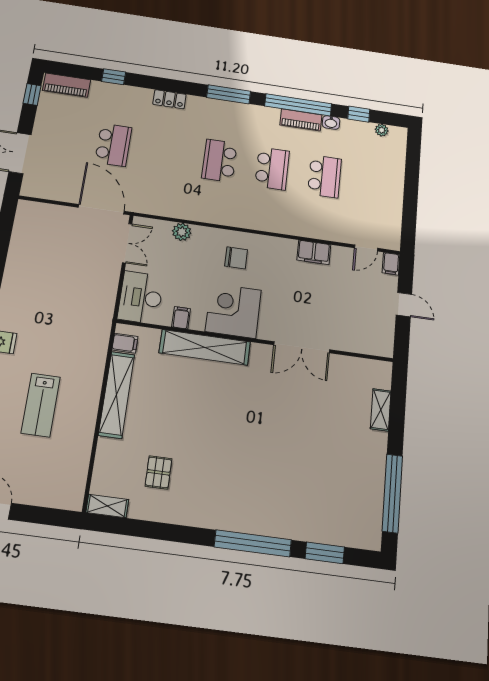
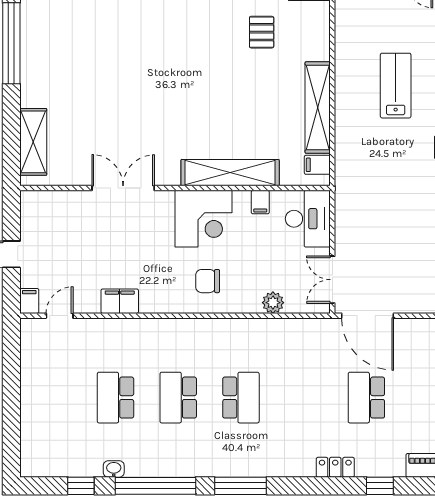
locker: (169, 99) -> (335, 467), moved
piano: (301, 120) -> (150, 466), removed
plant: (382, 130) -> (52, 469), removed
shelving: (381, 410) -> (33, 142), width x1.50, depth x1.33

